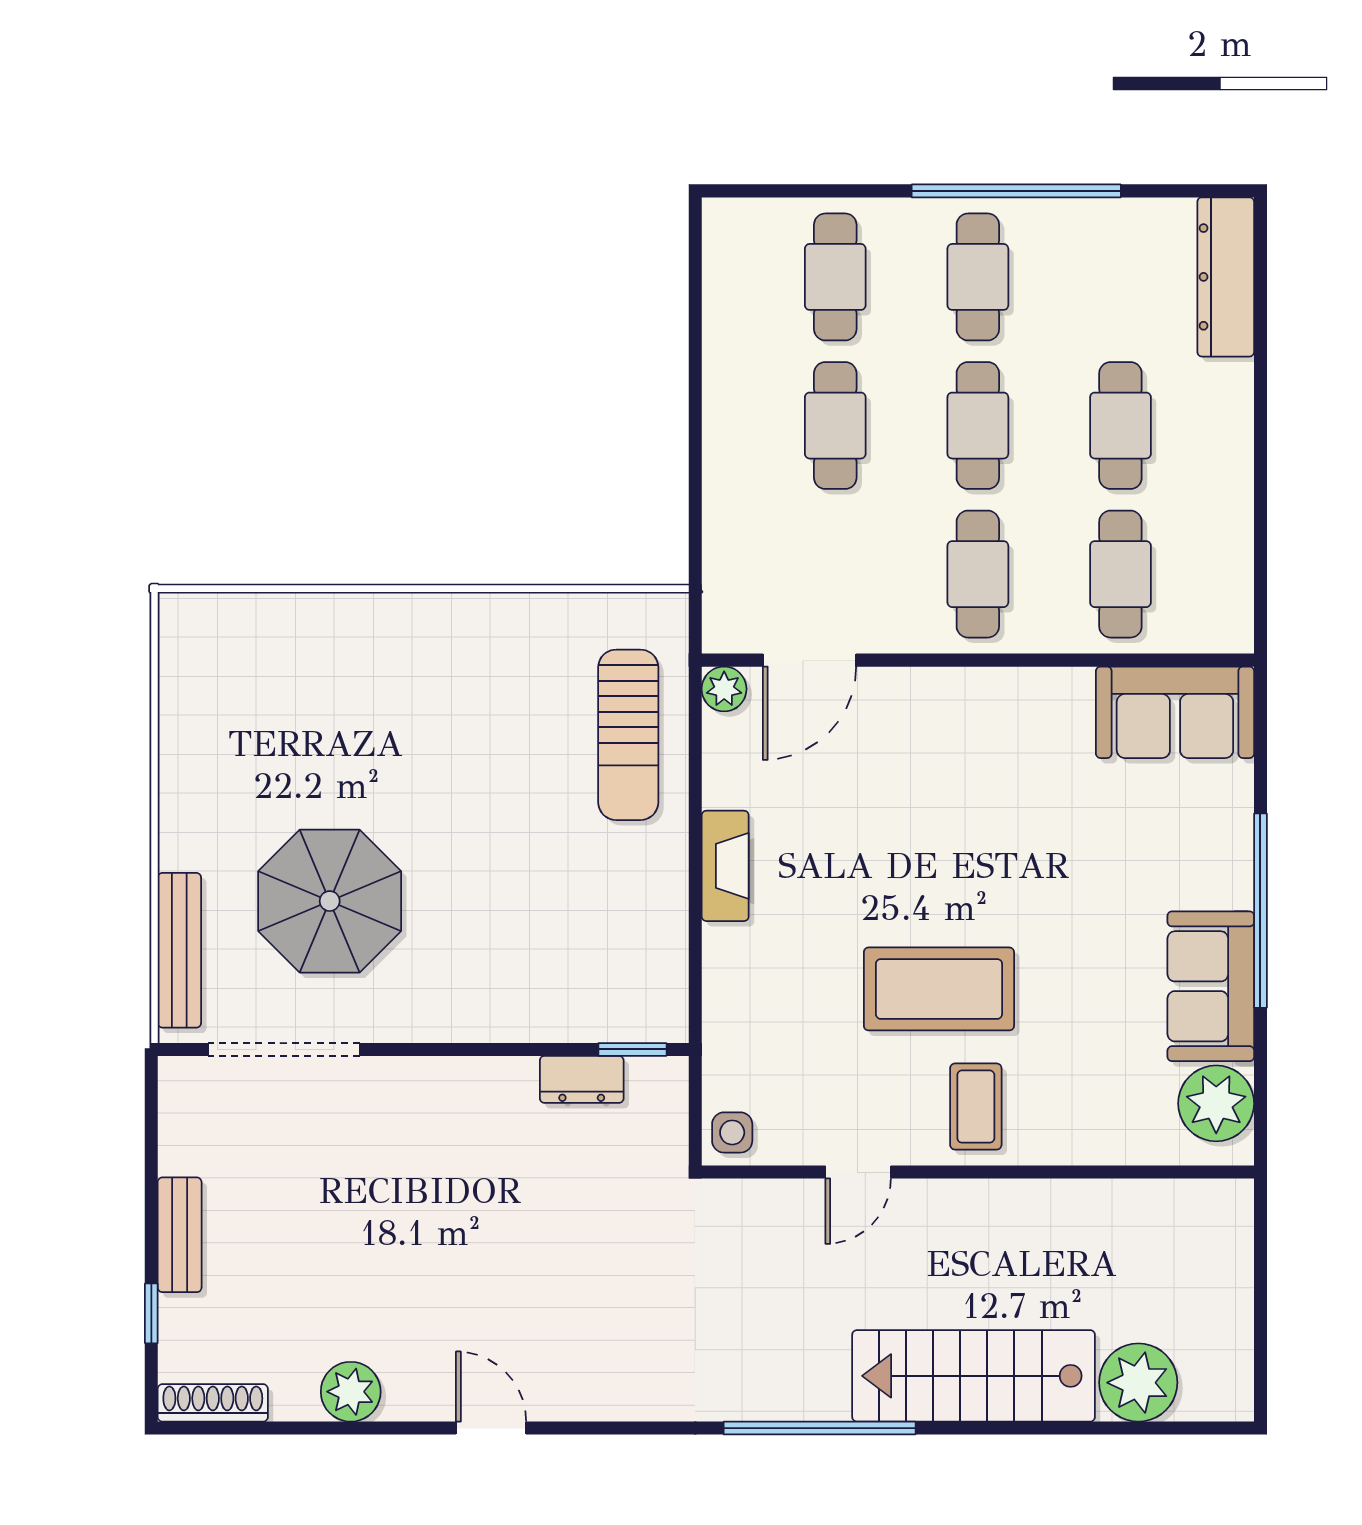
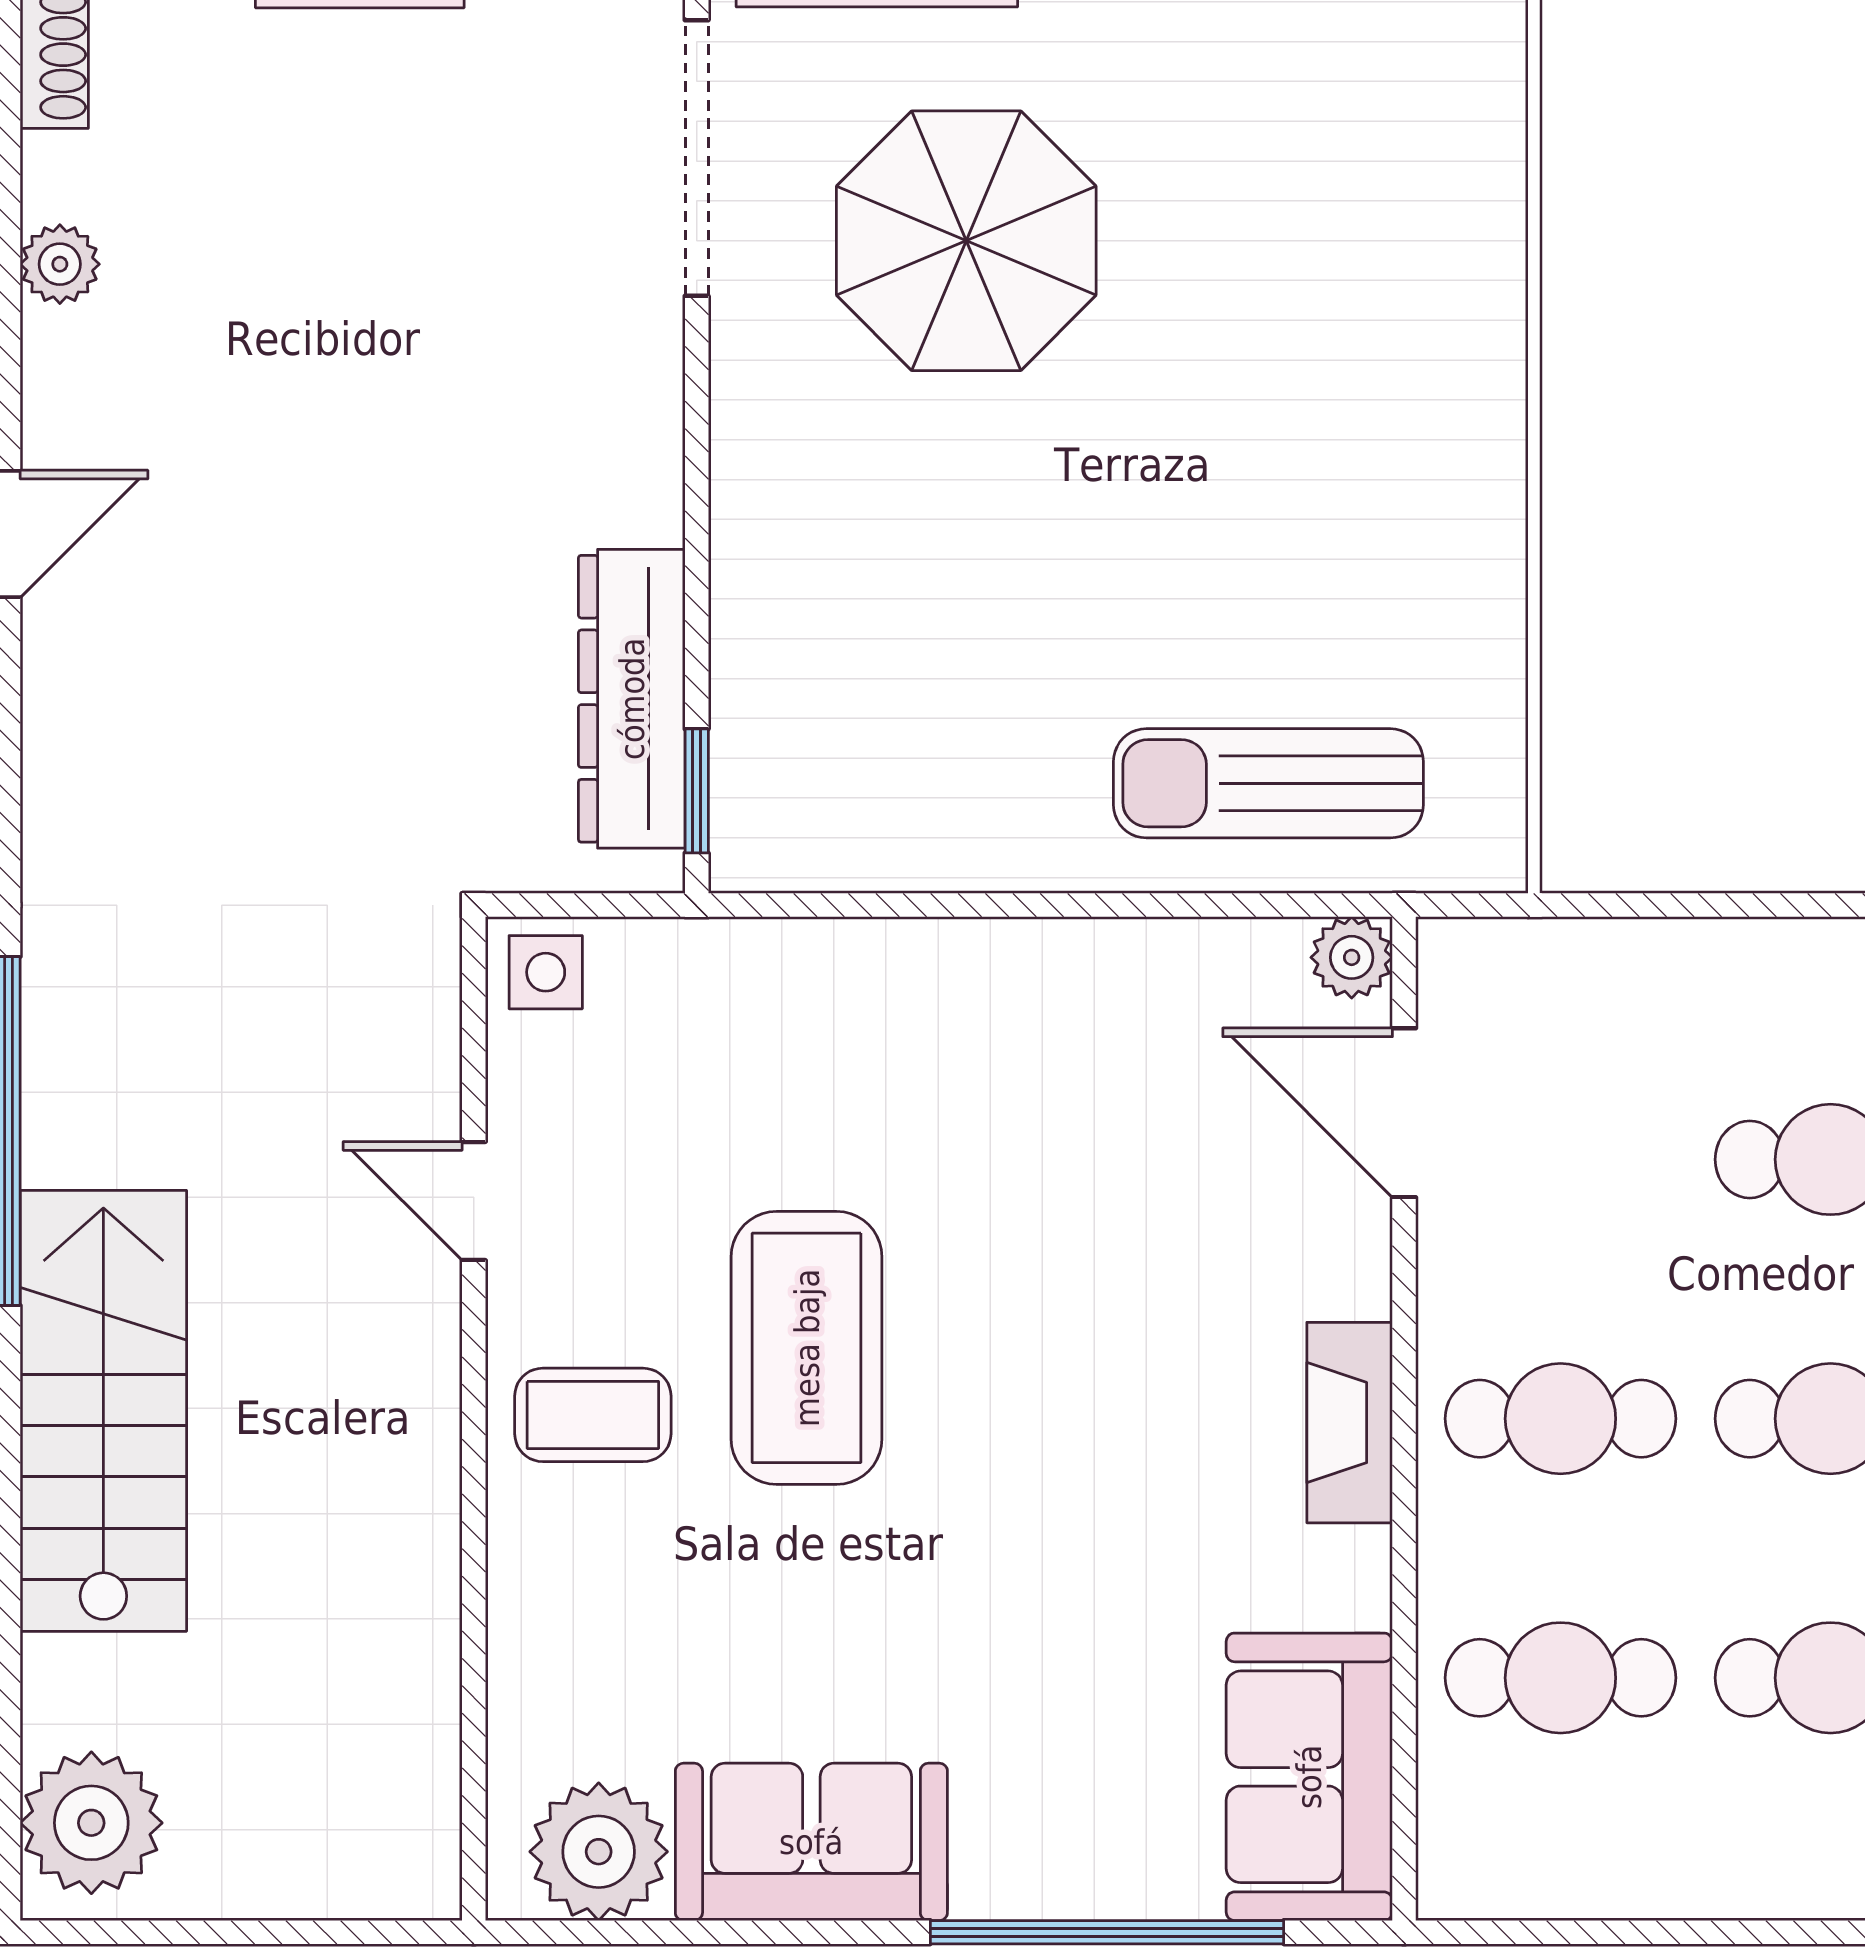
fireplace: (725, 866) -> (1350, 1423), moved, turned 90
window: (1260, 911) -> (1107, 1932), moved
dresser: (582, 1079) -> (632, 699), width x1.96, depth x1.24
plant: (1138, 1383) -> (91, 1823), moved
plant: (351, 1392) -> (60, 264), width x0.73, depth x0.73

